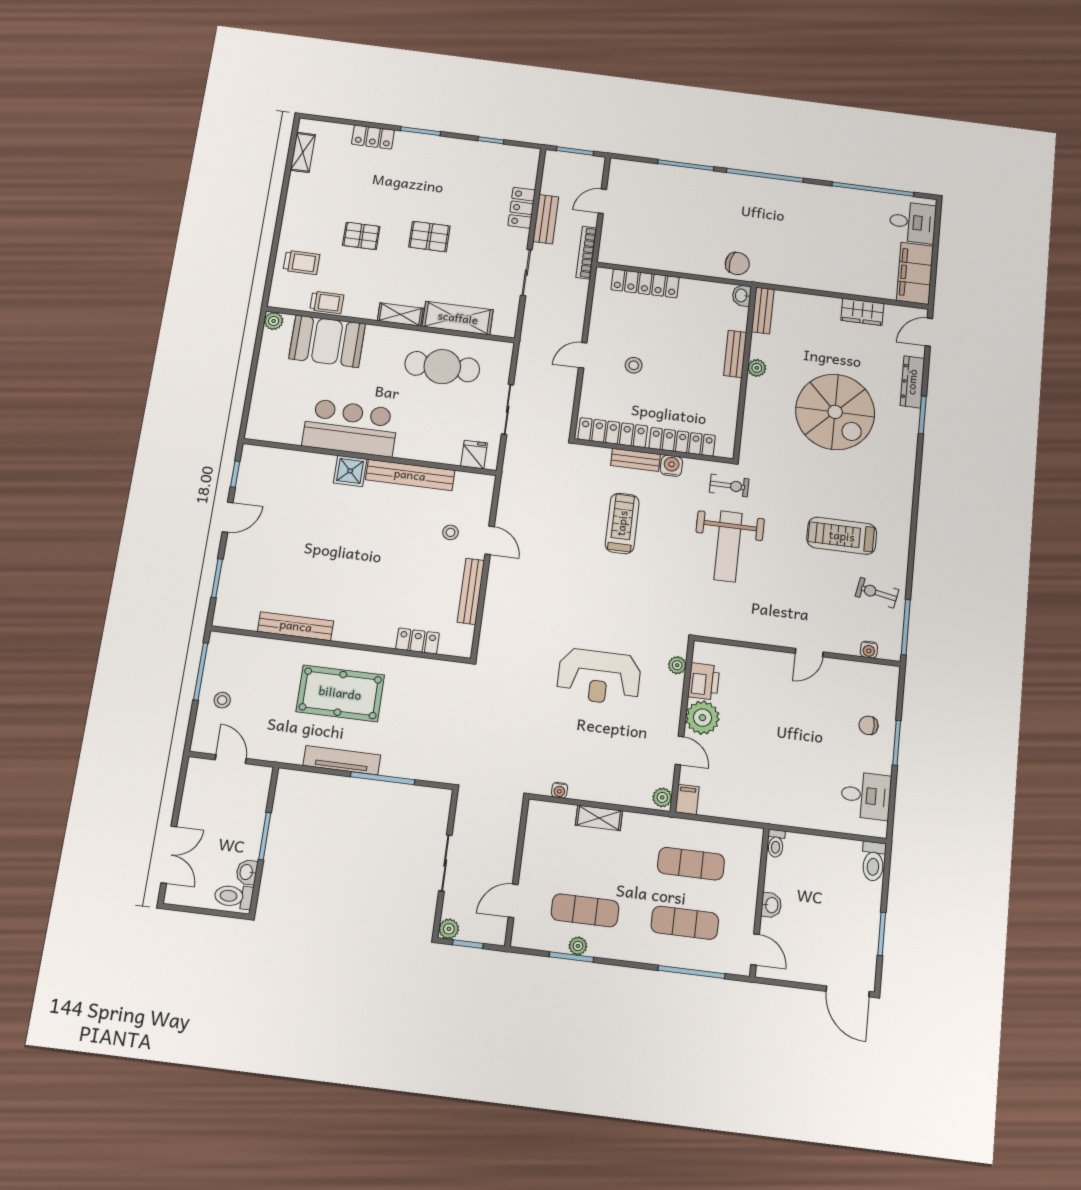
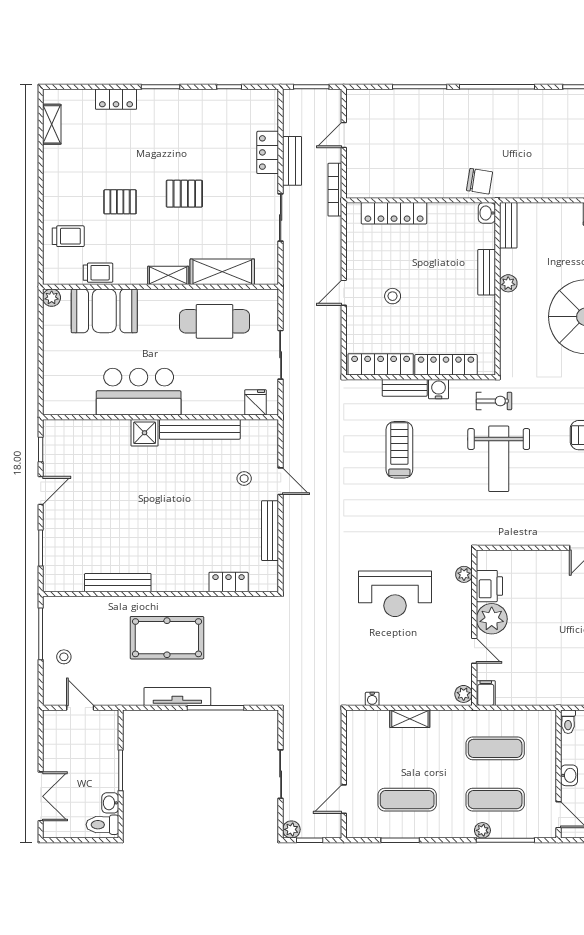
plant: (578, 946) -> (482, 830), moved

